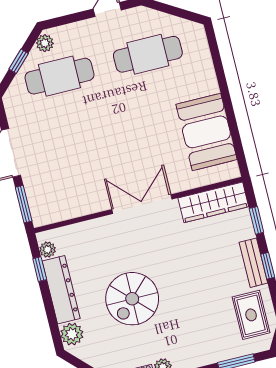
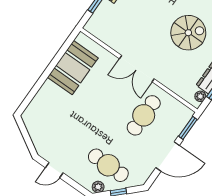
cafe table: (148, 54) -> (144, 115), moved, turned 90
wardrobe: (213, 202) -> (105, 34), removed

